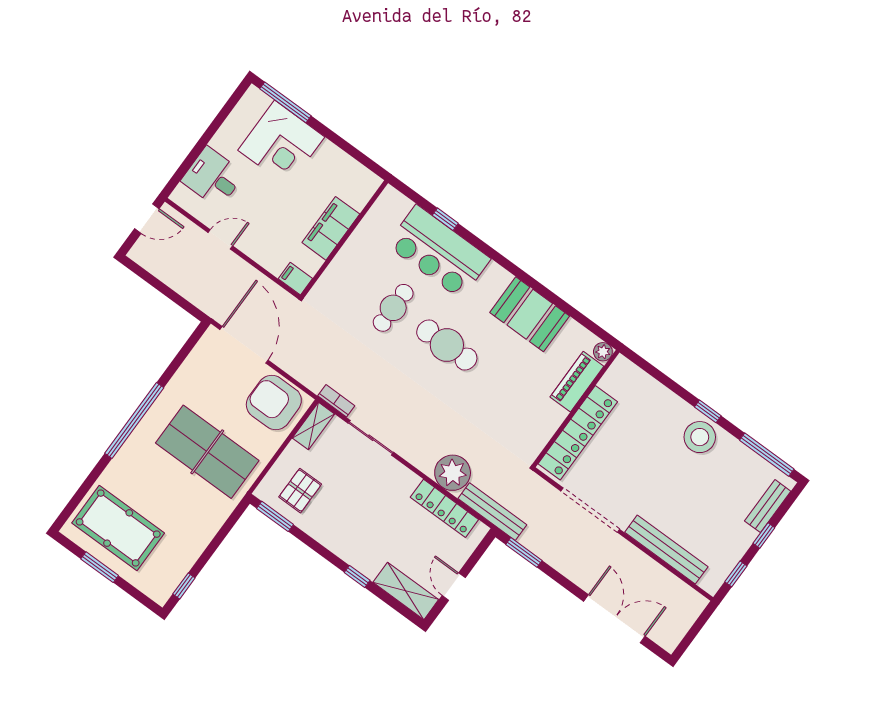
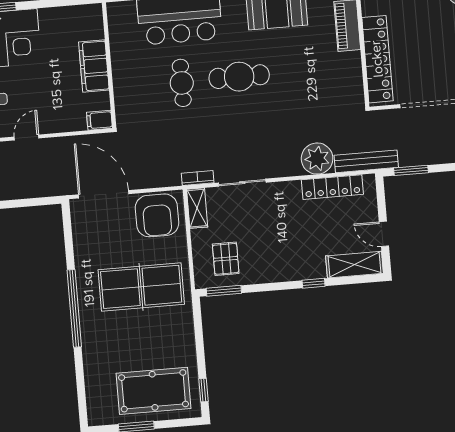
armchair: (274, 403) -> (157, 215), turned -90
pool table: (118, 528) -> (154, 391), moved

